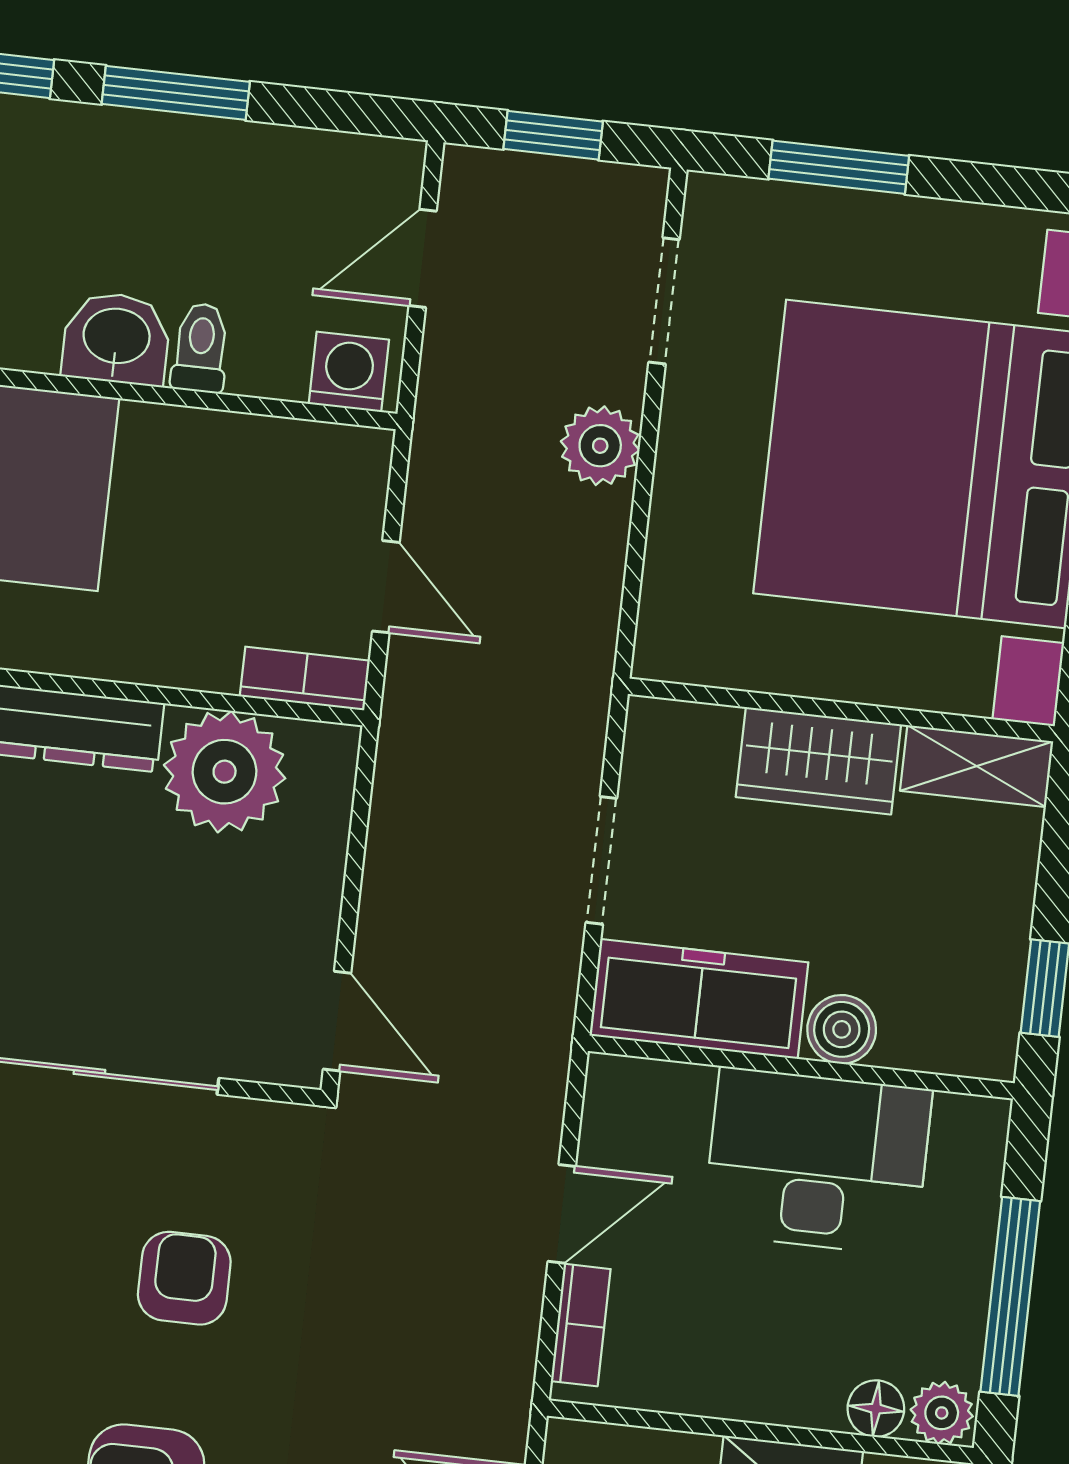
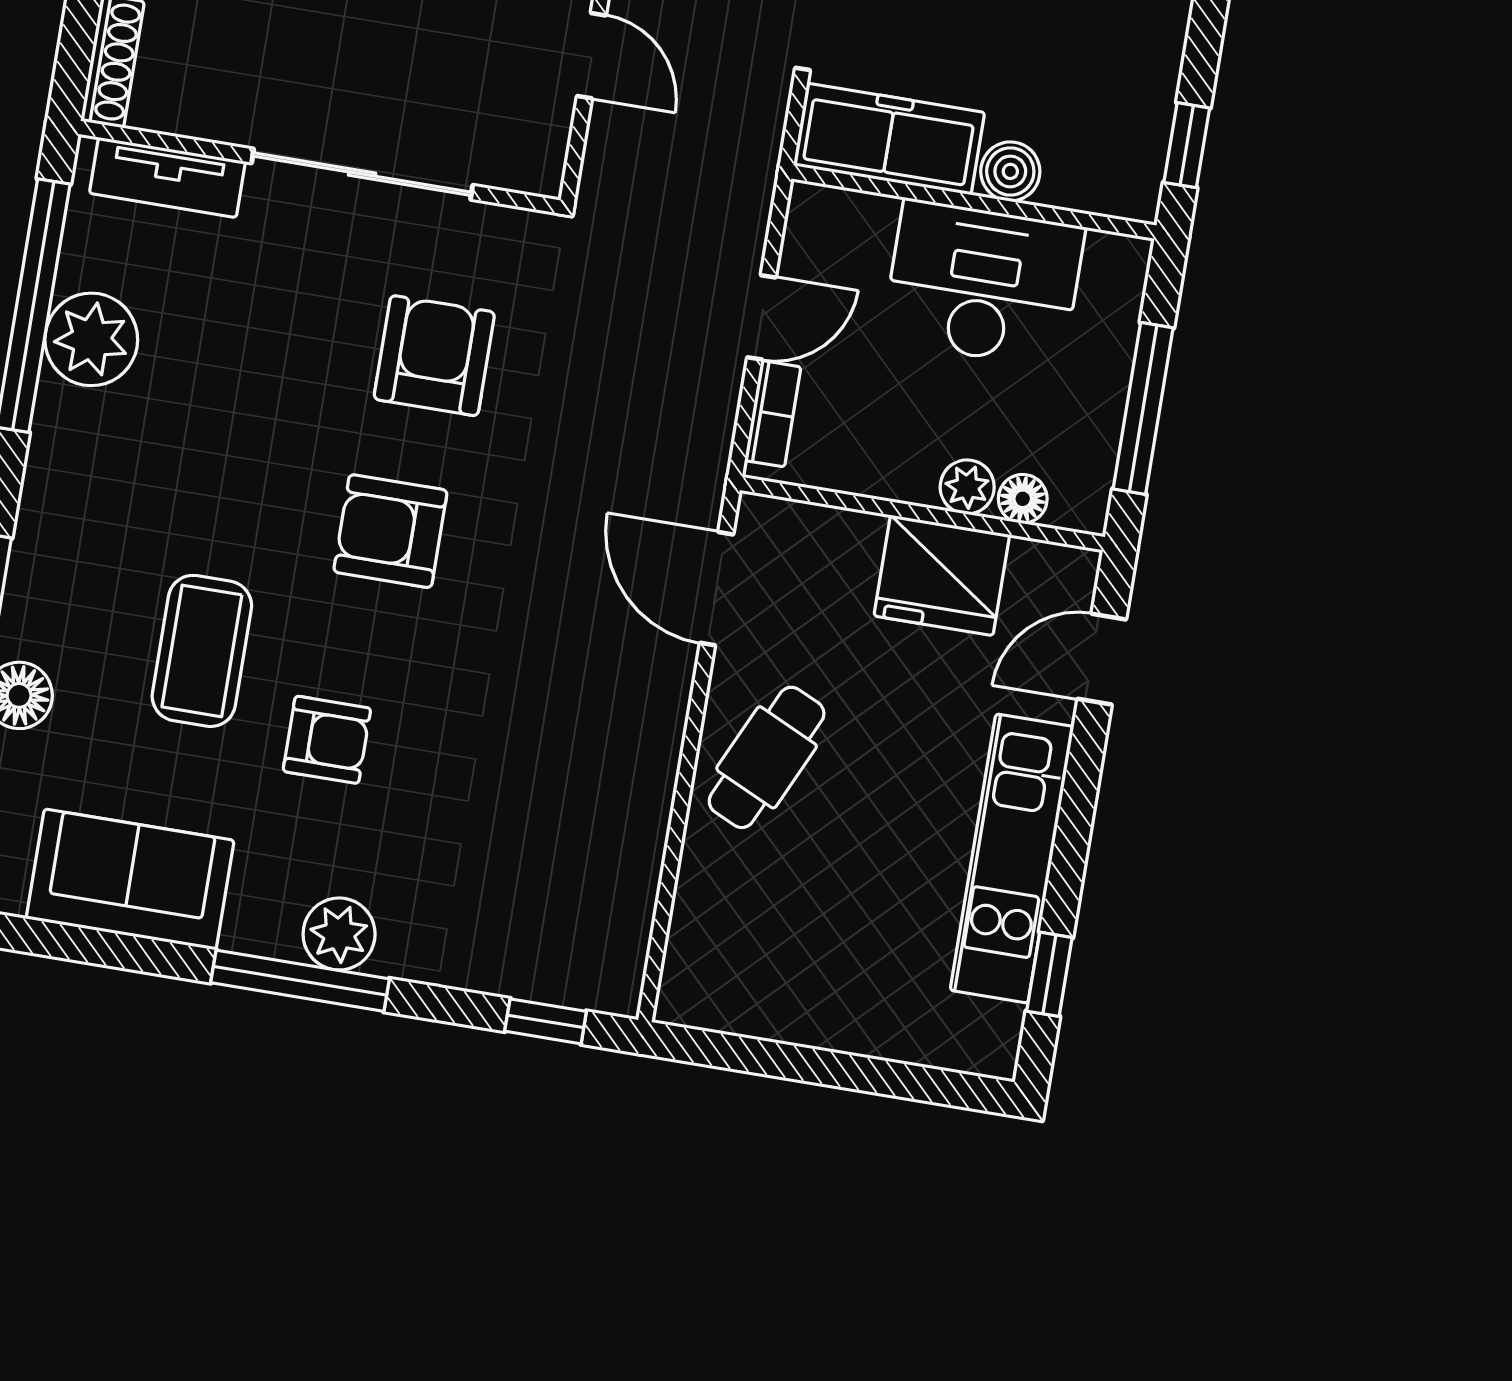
door: (337, 1021) -> (591, 56), moved
armchair: (184, 1278) -> (434, 356), width x1.38, depth x1.38
plant: (942, 1413) -> (967, 487), moved

